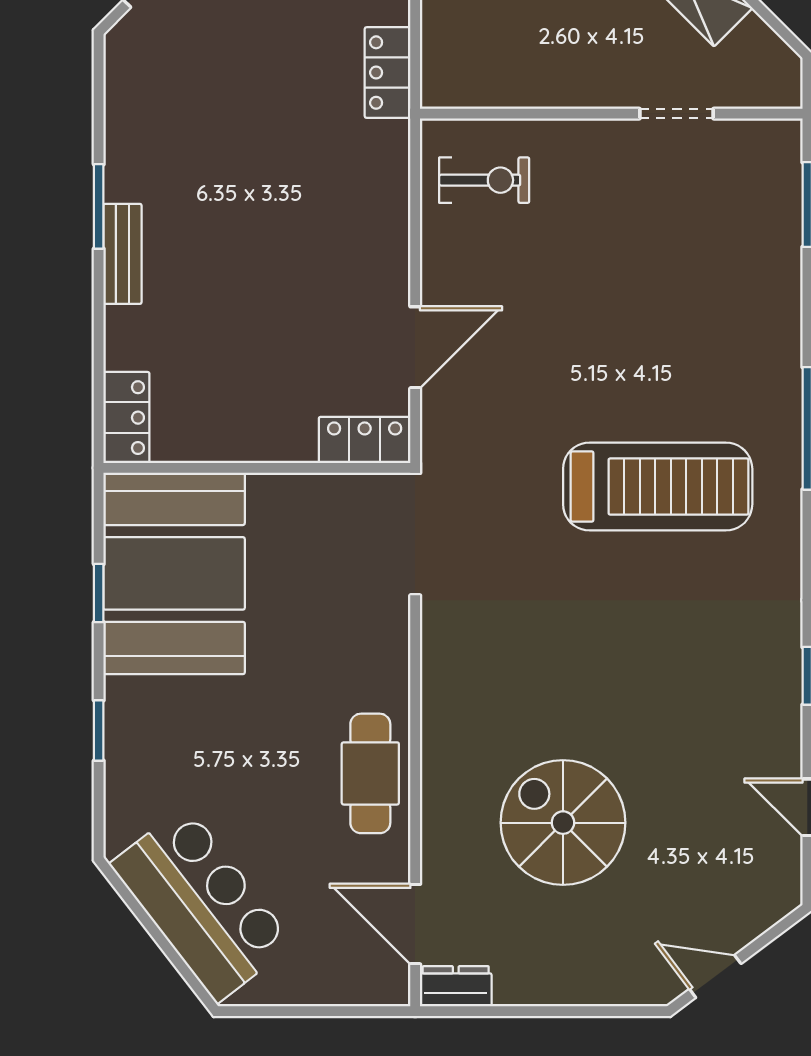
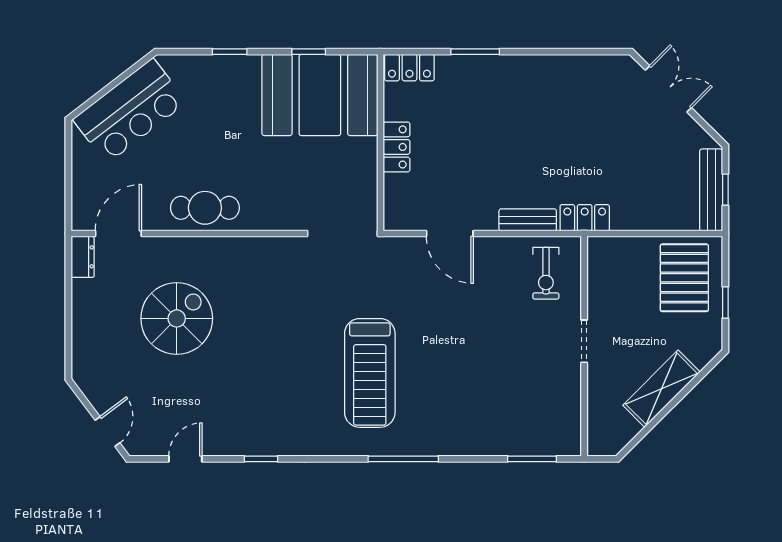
locker: (388, 73) -> (585, 218), moved
doorway: (676, 114) -> (584, 341), moved
window: (99, 206) -> (475, 52), moved
bench: (122, 254) -> (528, 220), moved
locker: (365, 440) -> (397, 147), moved
door: (715, 976) -> (107, 432), moved

